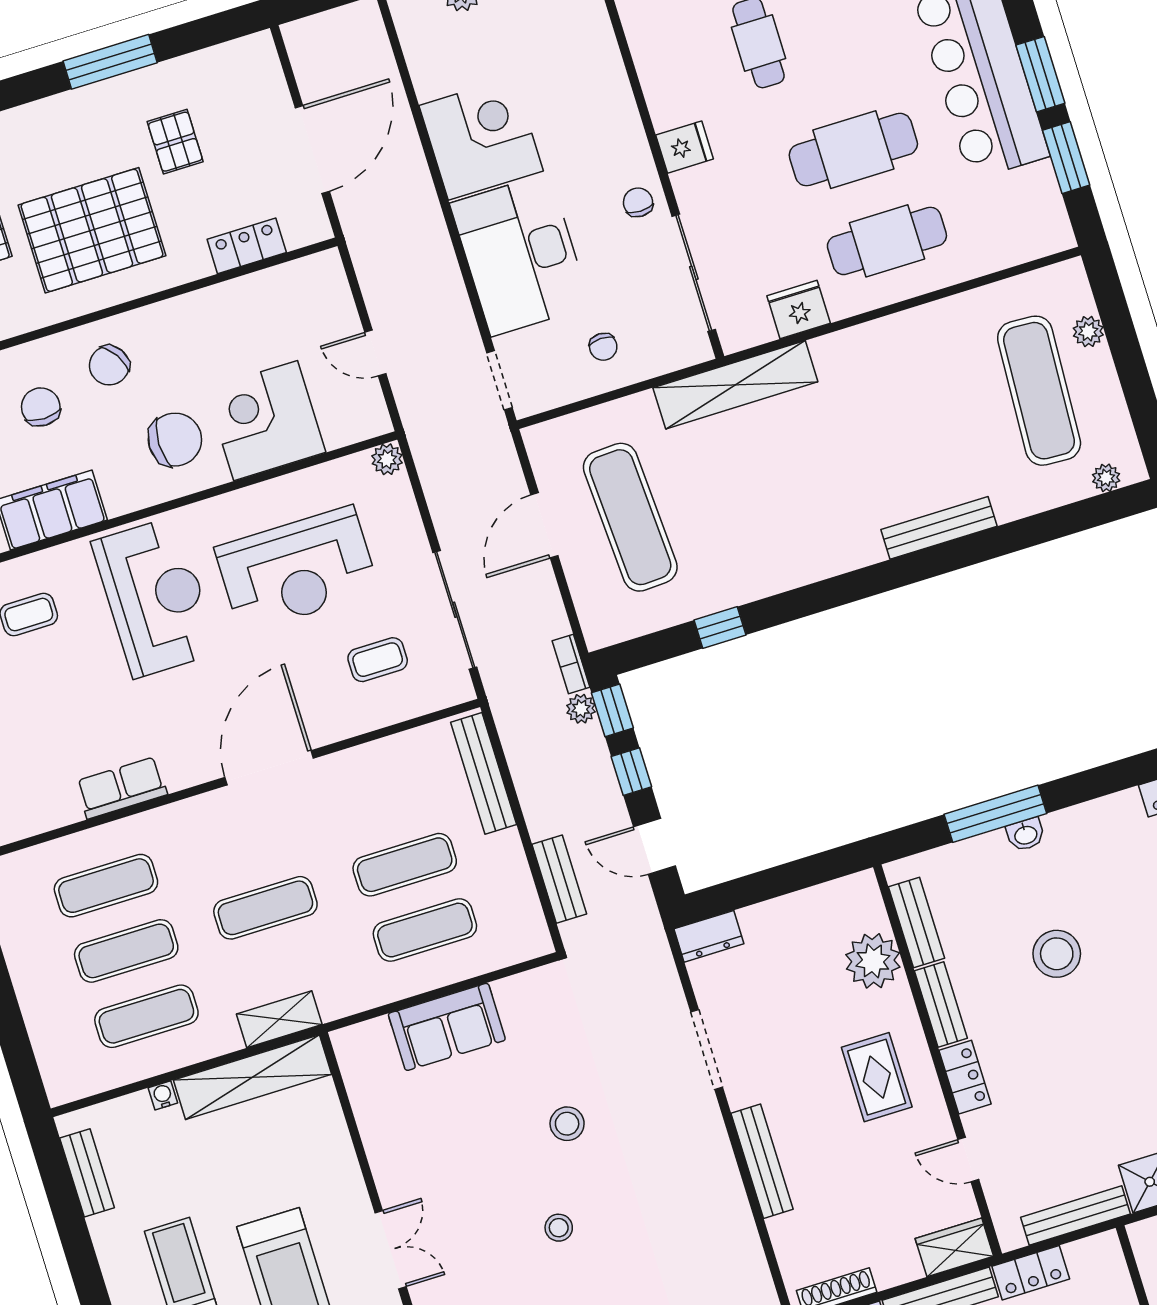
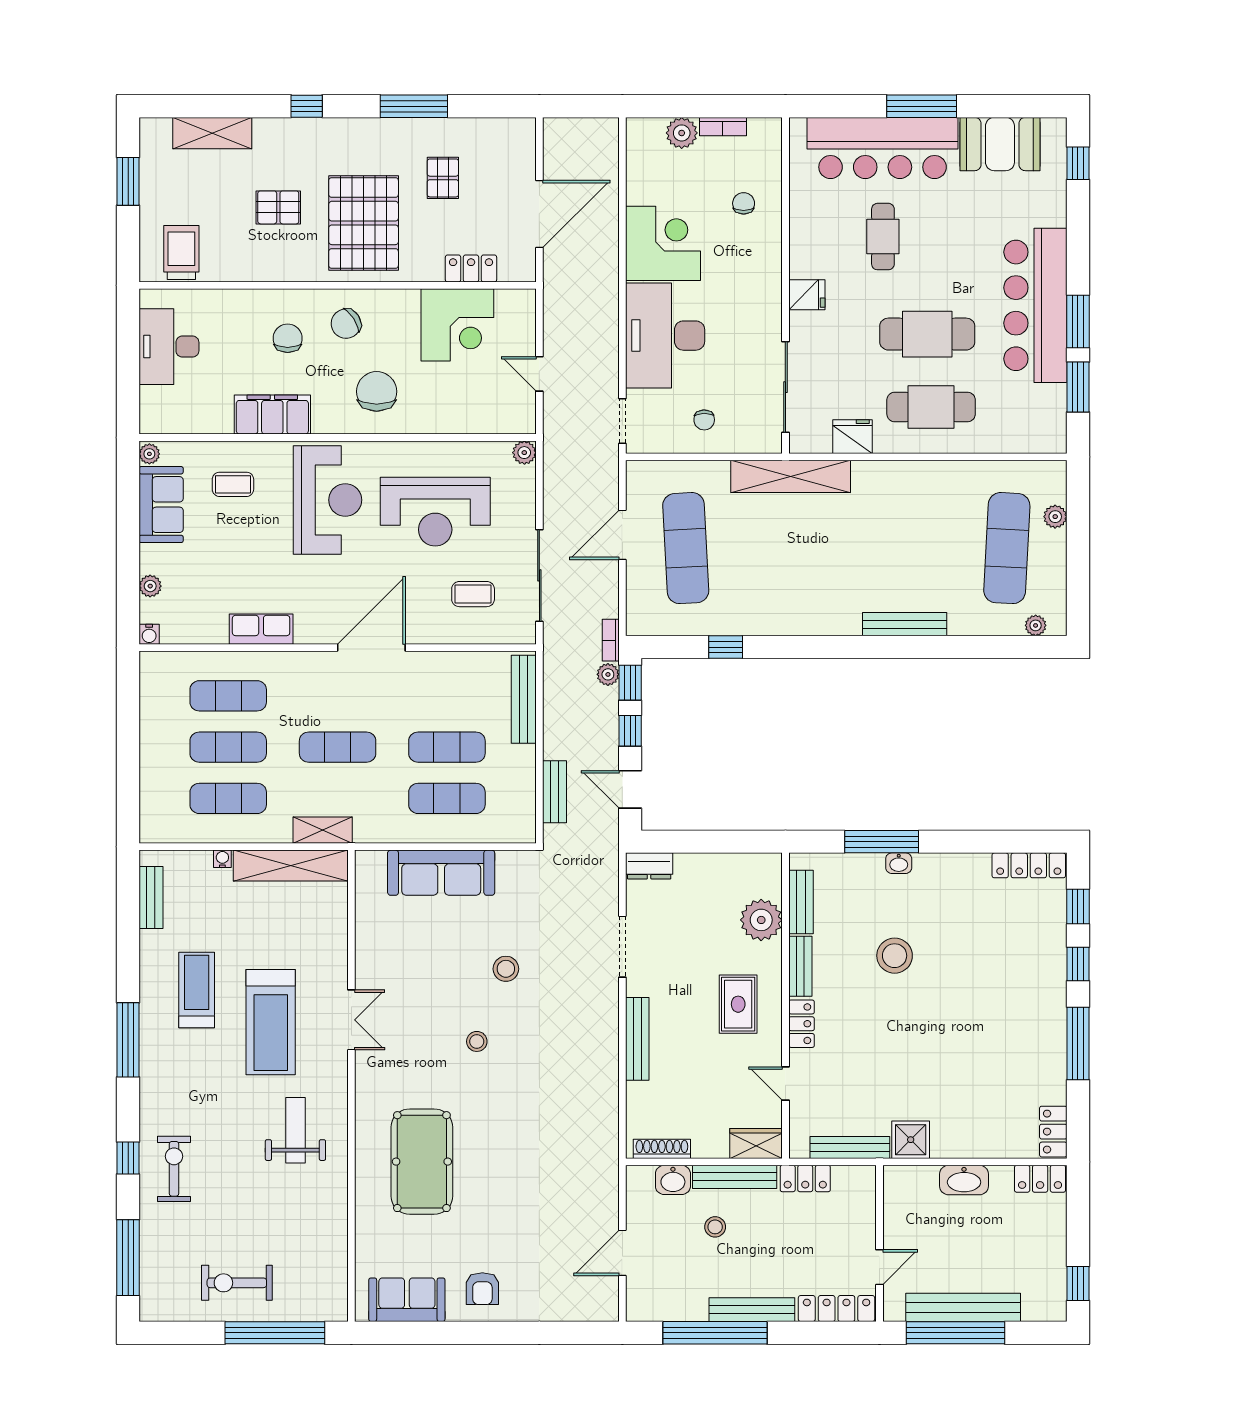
chair: (638, 202) -> (744, 203), moved
pallet: (92, 230) -> (364, 223), turned 90
corner desk: (266, 421) -> (457, 325), moved, turned 180
chair: (175, 440) -> (377, 391), turned -90
sofa: (447, 1027) -> (441, 873), width x1.36

